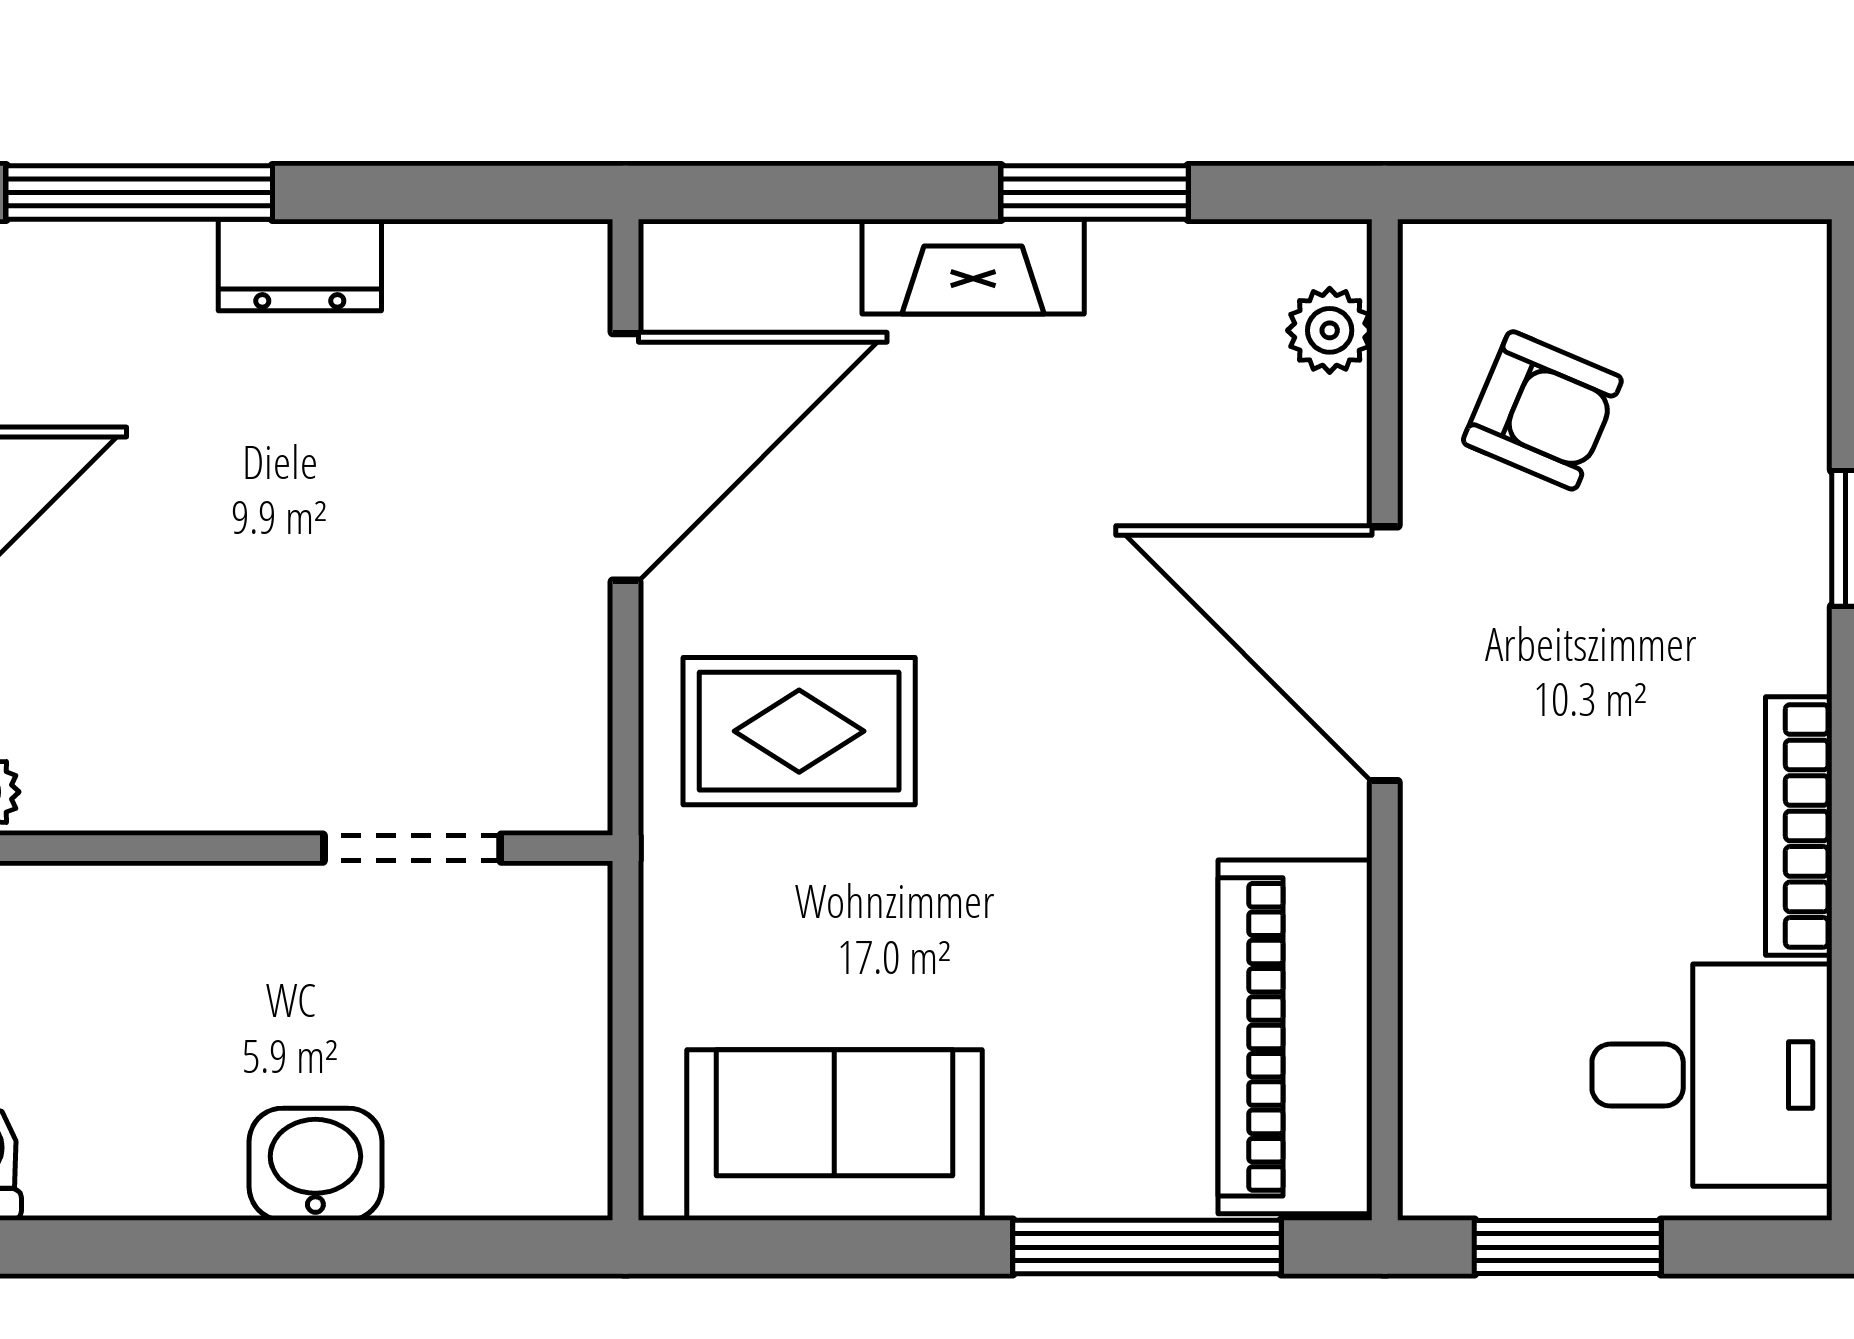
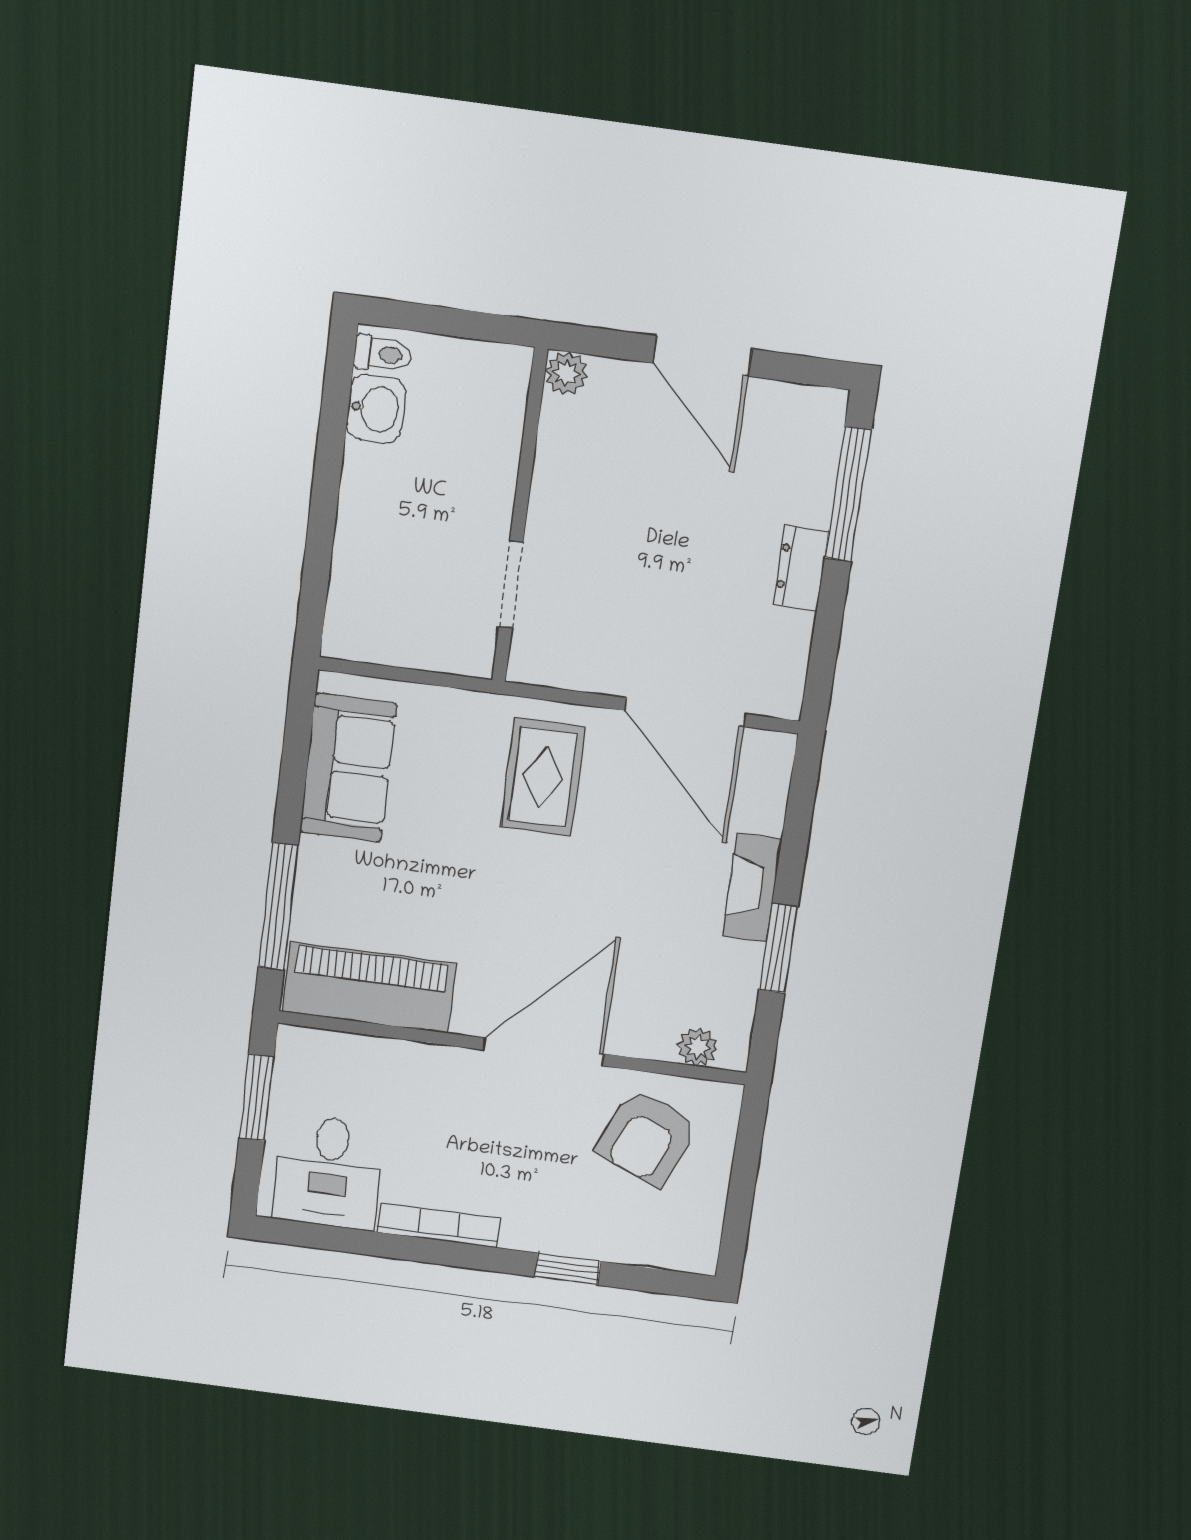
armchair: (1542, 410) -> (647, 1137), width x1.38, depth x1.38
washbasin: (315, 1164) -> (376, 409), moved

